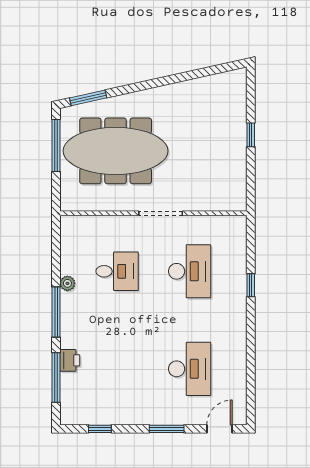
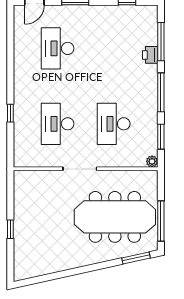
window: (56, 255) -> (161, 137), added
desk: (117, 271) -> (114, 124), width x1.37
plant: (67, 283) -> (152, 161), moved

